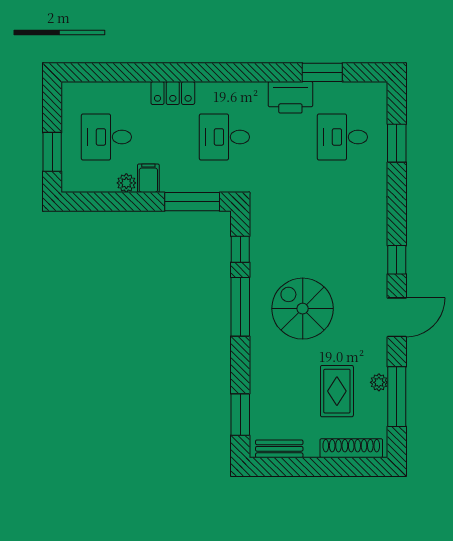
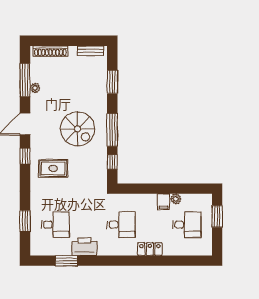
window: (192, 202) -> (139, 189), removed
rug: (337, 391) -> (53, 168), moved, turned 90
window: (240, 415) -> (112, 82), moved

